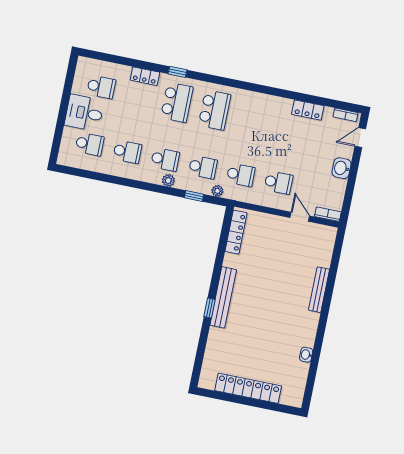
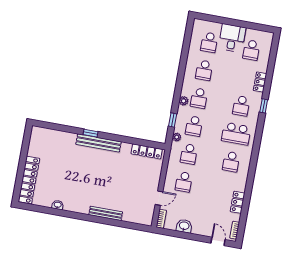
school desk: (177, 102) -> (241, 106), width x0.54
school desk: (252, 118) -> (231, 162), added
washbasin: (341, 168) -> (184, 226), moved
locker: (248, 388) -> (29, 180), moved

